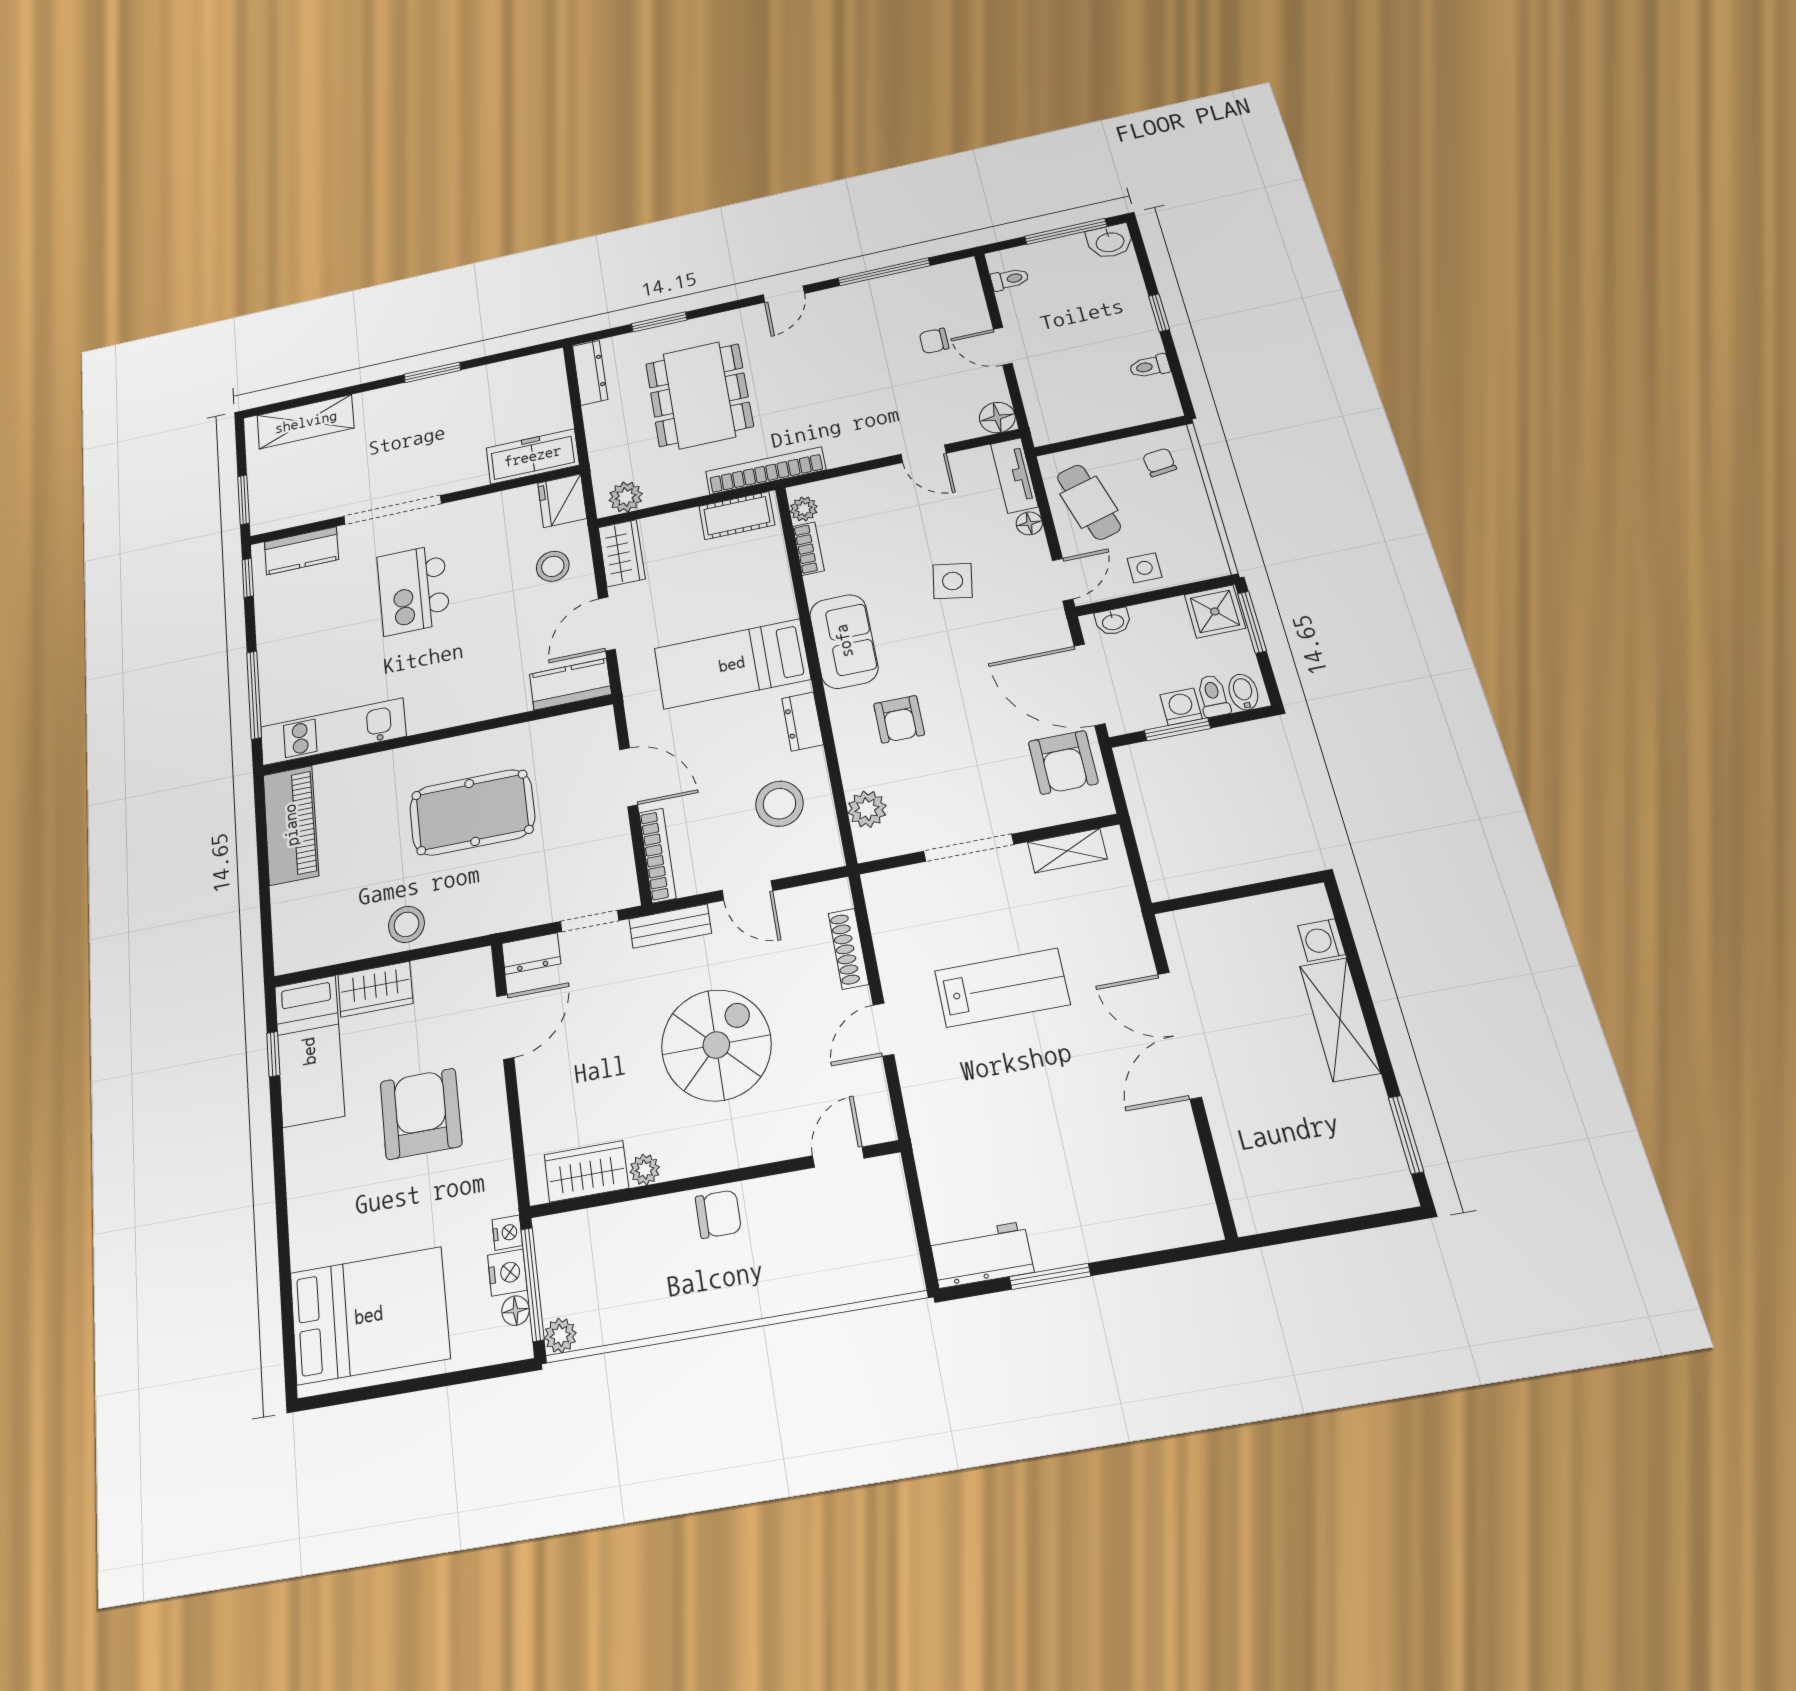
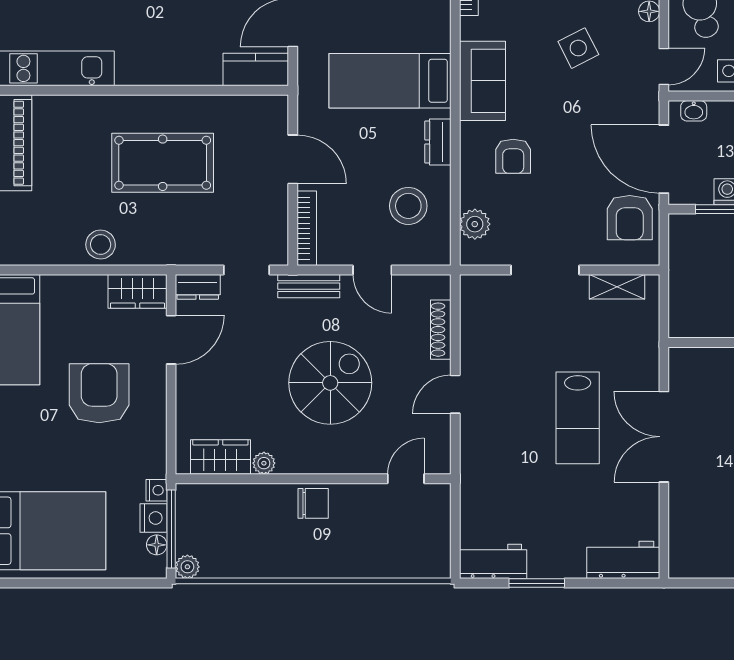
side table: (953, 581) -> (578, 48), turned -37
lab bench: (1002, 988) -> (578, 418), moved, turned 90
wardrobe: (375, 989) -> (137, 291), moved
workbench: (1166, 1221) -> (623, 560), added

